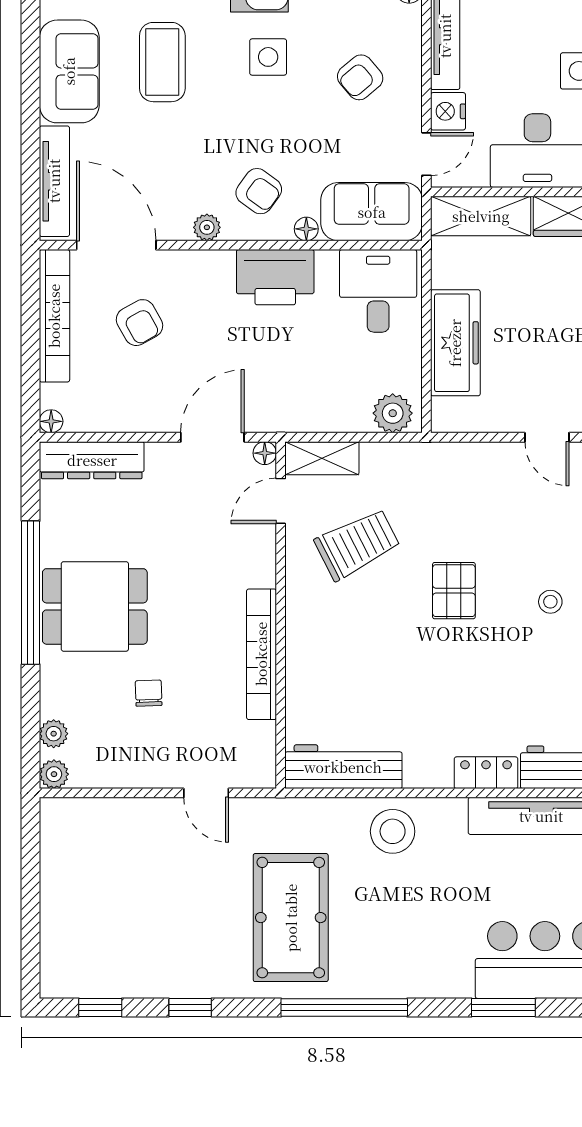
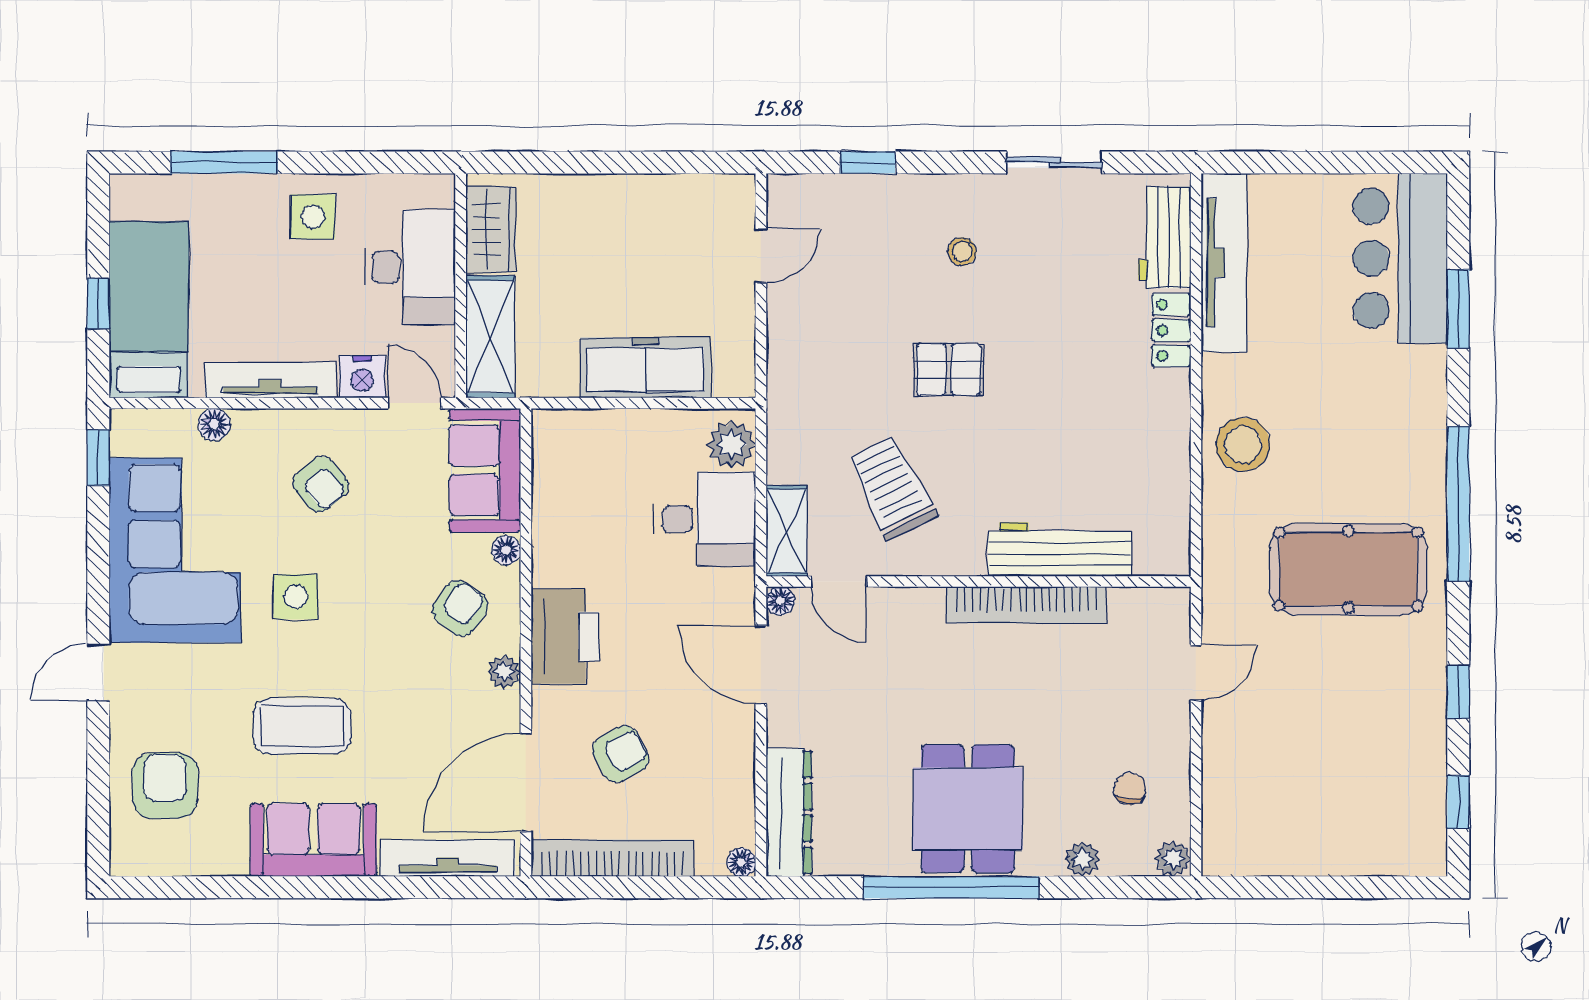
printer: (275, 277) -> (565, 636), moved
desk: (378, 291) -> (705, 519), moved, turned 180
chair: (149, 693) -> (1130, 789), moved, turned 97
plant: (54, 734) -> (1082, 859), moved
workbench: (343, 767) -> (1060, 549), moved, turned 90

